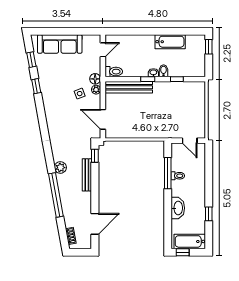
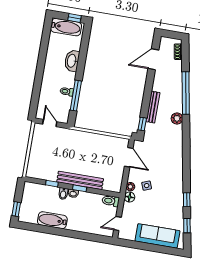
bench: (129, 87) -> (80, 180), moved
window: (209, 214) -> (43, 50), removed

